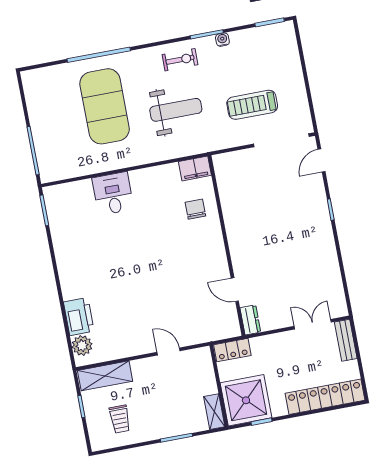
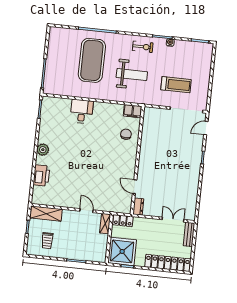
treadmill: (252, 105) -> (176, 85), turned 180
plant: (82, 346) -> (43, 150), moved
shelving: (214, 412) -> (105, 224), moved

